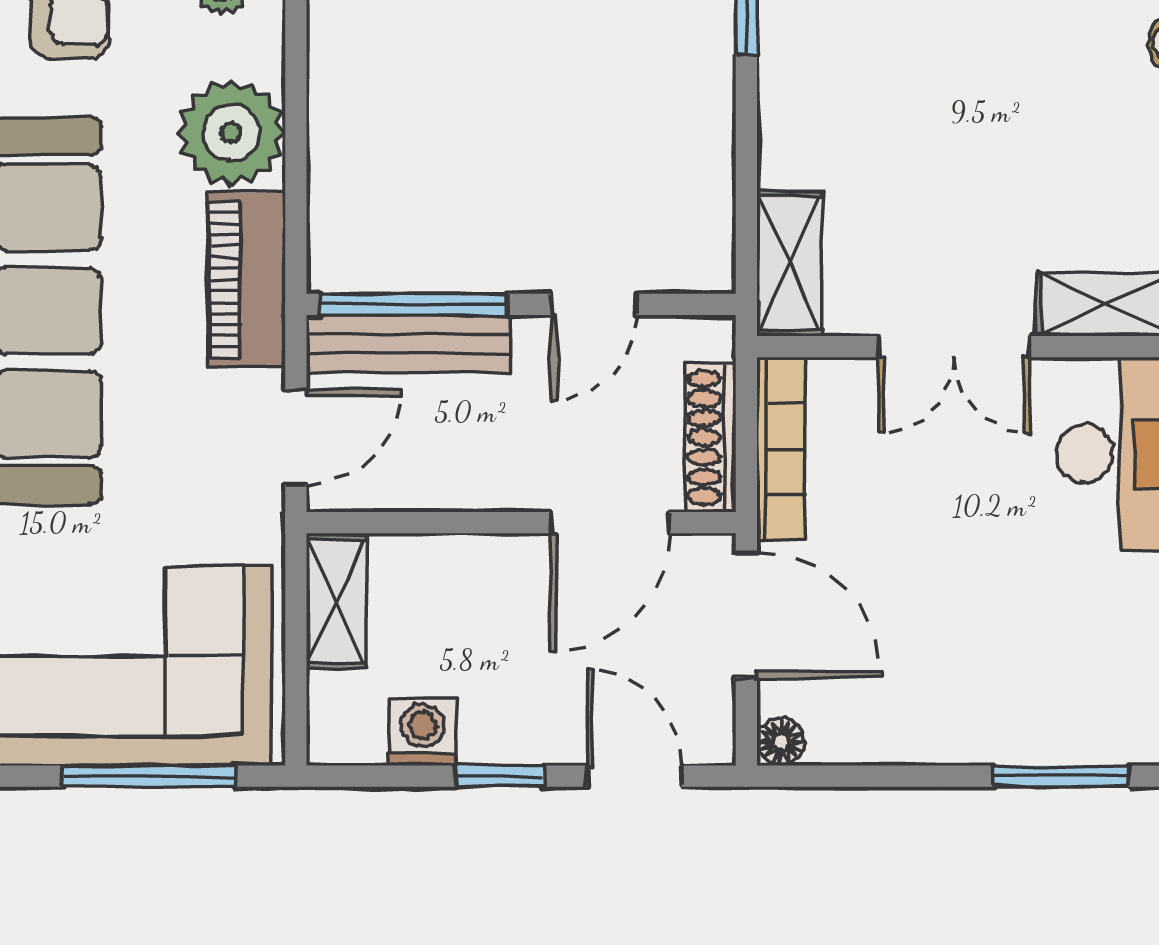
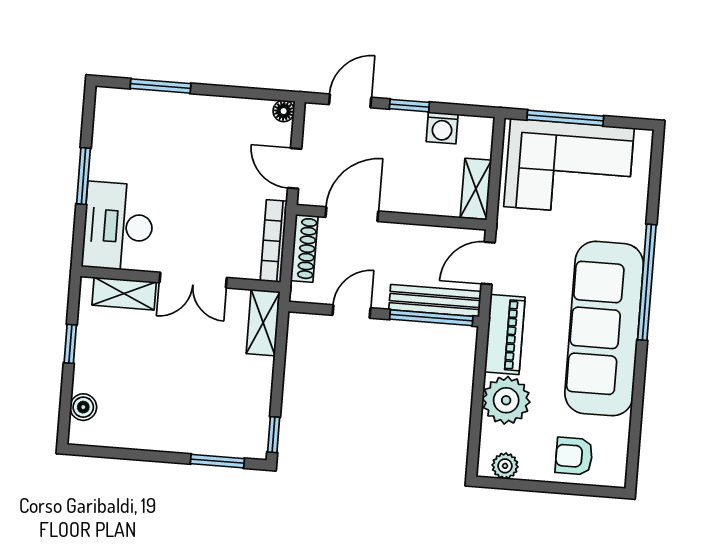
double door: (954, 347) -> (193, 280), swing flipped
door: (746, 615) -> (295, 168), width x0.73
door: (634, 776) -> (350, 101), swing flipped

